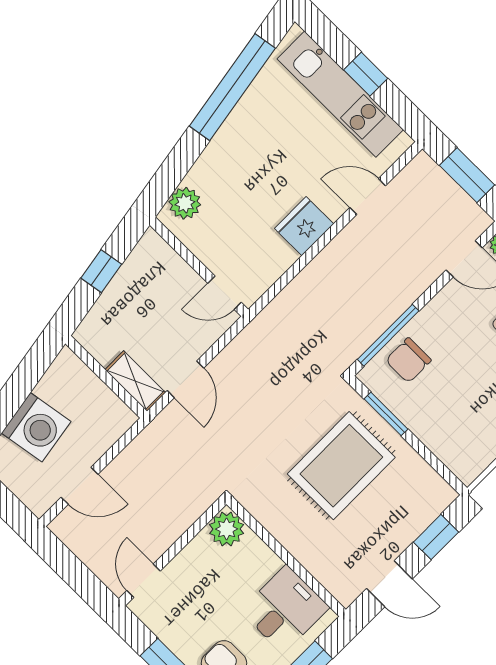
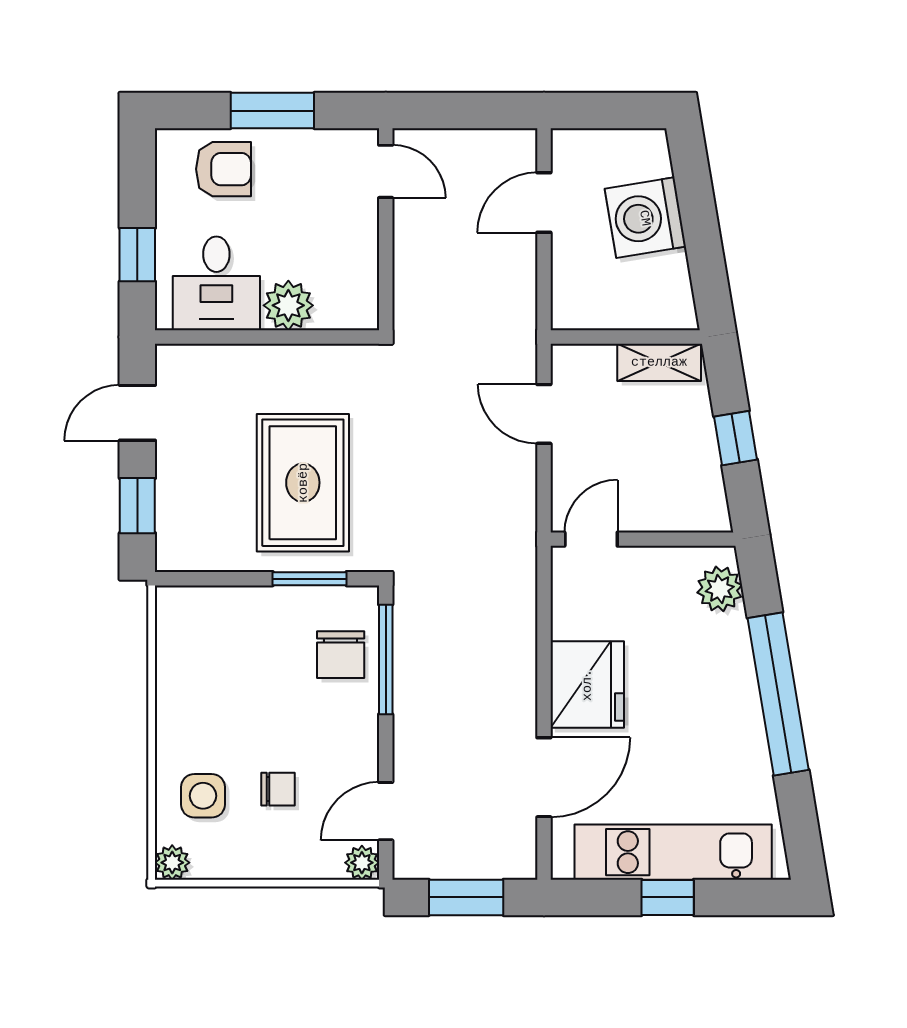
window: (232, 87) -> (778, 694), moved
door: (368, 197) -> (544, 777), width x1.38
fridge: (304, 226) -> (587, 685), width x1.36, depth x1.34
chair: (408, 360) -> (341, 655), turned 180
shelving: (135, 381) -> (659, 362), moved
plant: (227, 529) -> (288, 305), moved

